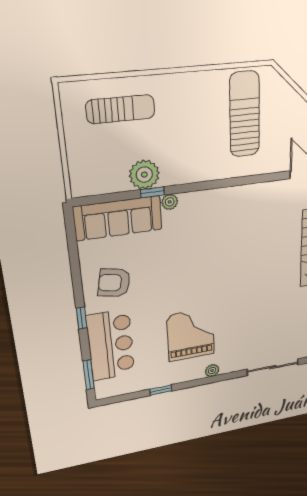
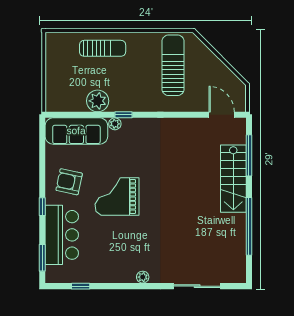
sun lounger: (121, 109) -> (103, 48), moved
window: (152, 192) -> (124, 115), moved
grand piano: (191, 335) -> (117, 197), moved, turned -90
window: (161, 390) -> (81, 286), moved

